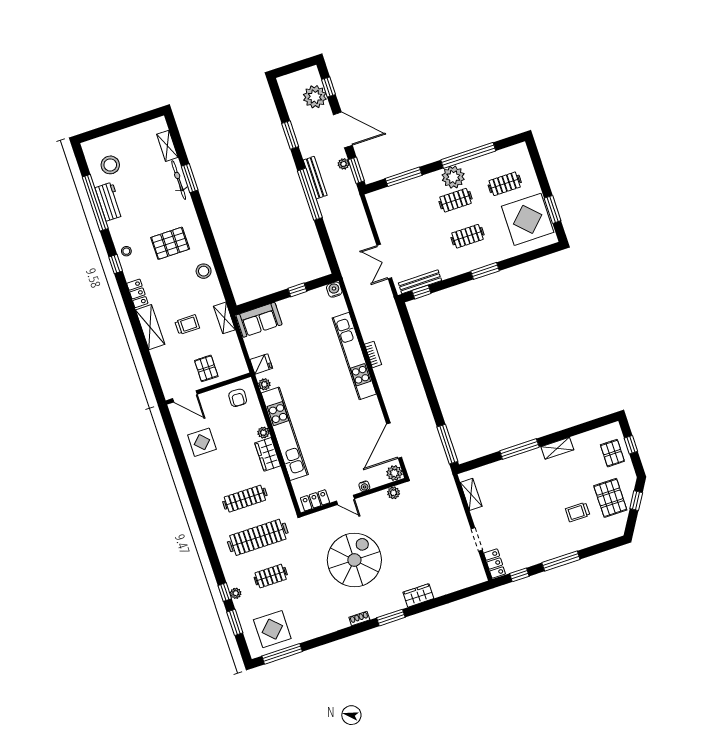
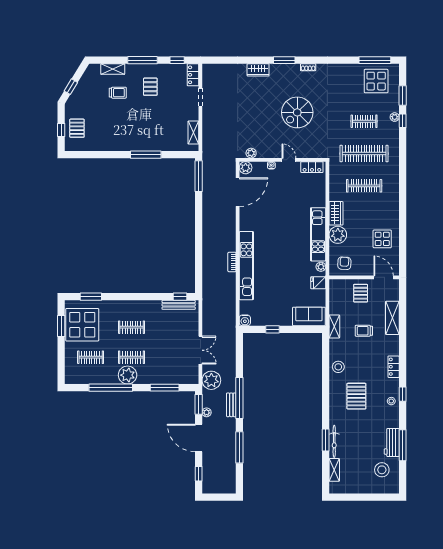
plant: (315, 97) -> (211, 380), moved
window: (290, 135) -> (239, 447), width x1.44
bench: (315, 178) -> (231, 405), width x0.73
window: (95, 203) -> (403, 445), width x0.68
pallet: (170, 243) -> (356, 396), turned 90
double door: (384, 262) -> (200, 350), moved
window: (485, 271) -> (91, 297), moved
shelving: (150, 327) -> (392, 318), moved
plant: (263, 433) -> (338, 235), width x1.88, depth x1.88
kitchen unit: (285, 434) -> (318, 234), width x0.73
shelving: (557, 448) -> (113, 69), moved
pallet: (610, 498) -> (150, 87), moved, width x0.67, depth x0.71
spiral stairs: (354, 560) -> (297, 112), width x0.73, depth x0.73

